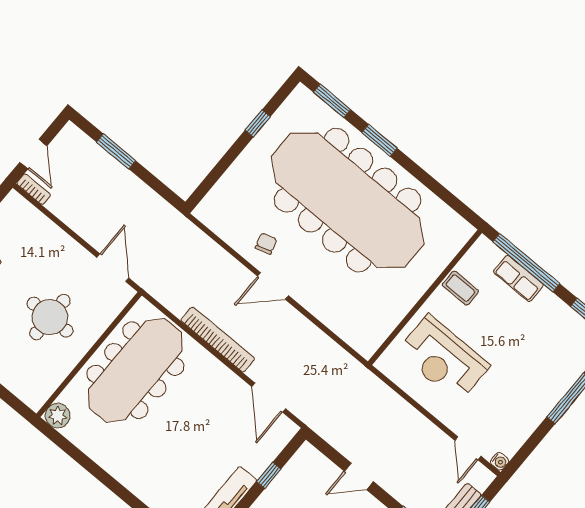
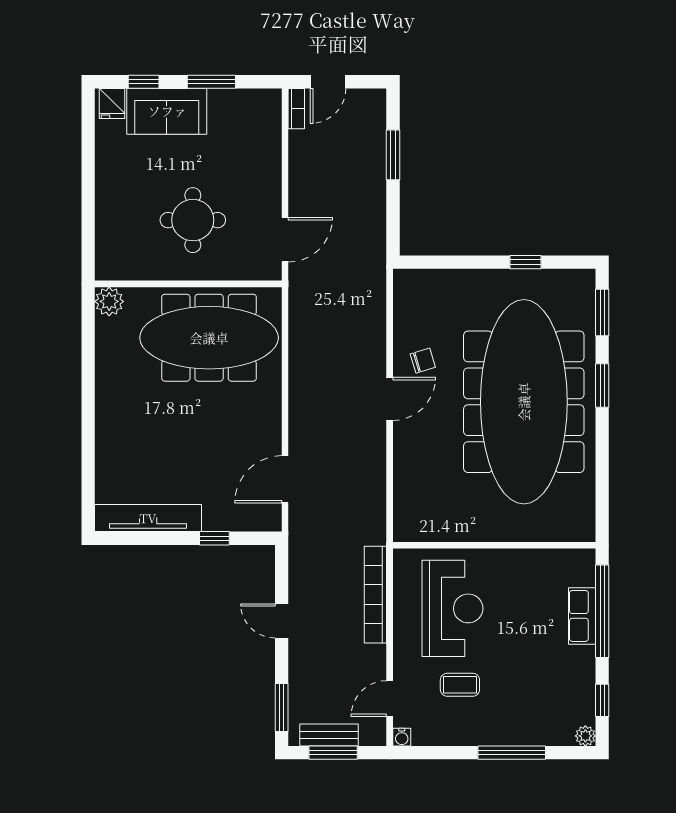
door: (273, 286) -> (390, 399), swing flipped
coffee table: (460, 288) -> (460, 685), moved, turned 90
bookcase: (218, 340) -> (375, 595), moved, turned 180
reception desk: (443, 359) -> (452, 608), turned 180

